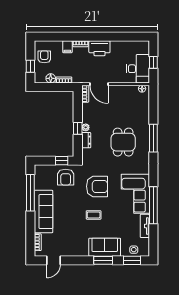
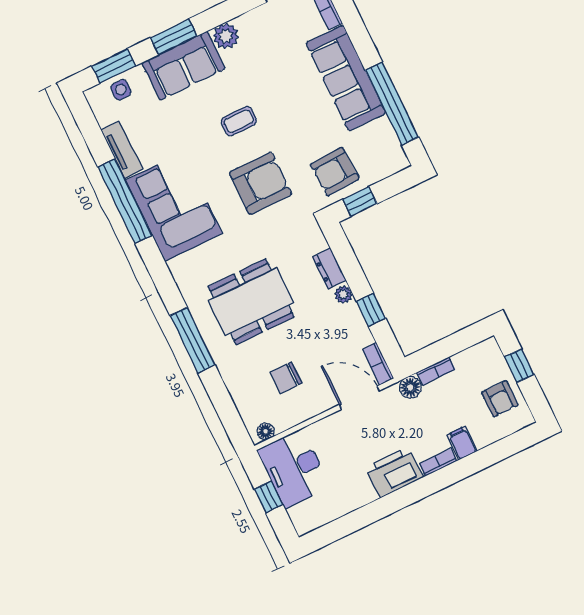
floor lamp: (51, 78) -> (410, 387), moved
chair: (124, 106) -> (286, 378), added
window: (78, 128) -> (371, 310), moved
dining table: (123, 142) -> (251, 302), width x1.38
armchair: (66, 177) -> (335, 172), turned -93
armchair: (97, 186) -> (260, 183), turned 180
plant: (83, 251) -> (226, 36), added

